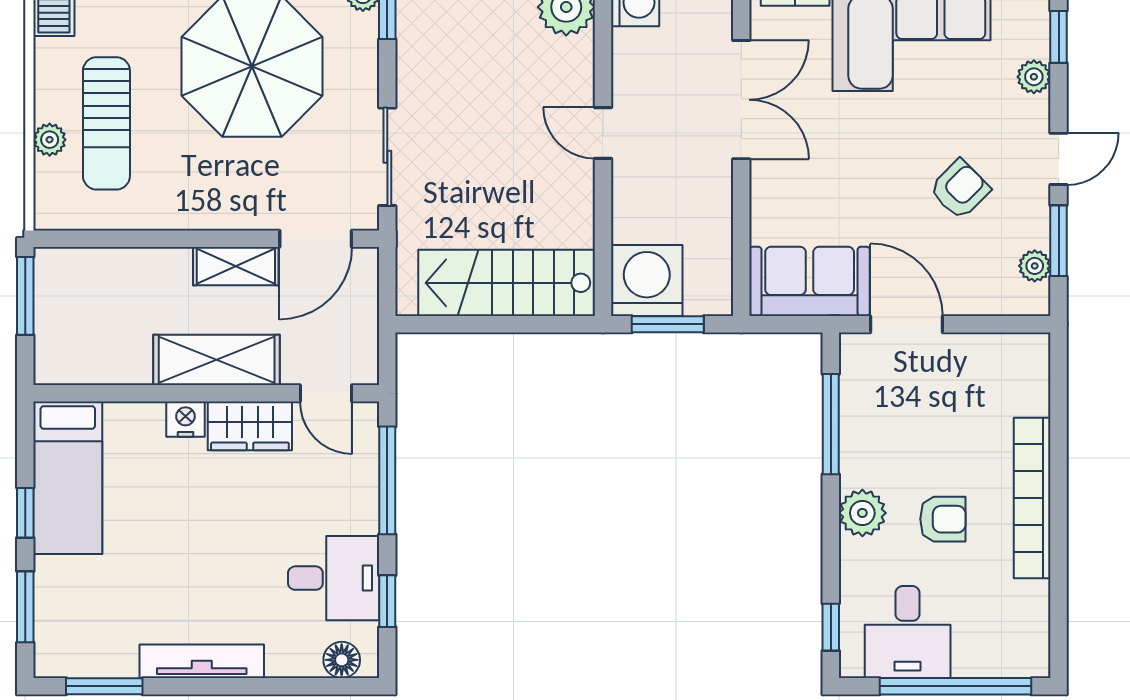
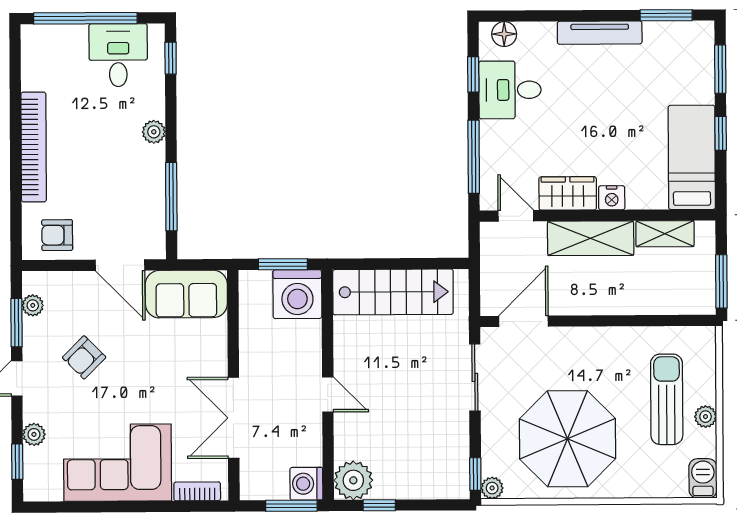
plant: (50, 140) -> (706, 417), moved
shelving: (236, 266) -> (665, 234), moved
plant: (862, 513) -> (154, 132), width x0.73, depth x0.73
armchair: (943, 519) -> (57, 235), moved

